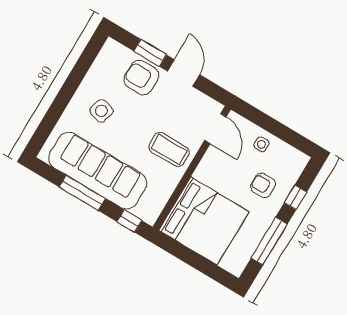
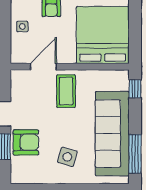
armchair: (141, 77) -> (26, 142), turned -90
door: (215, 129) -> (43, 67), moved
window: (82, 193) -> (135, 154), moved

